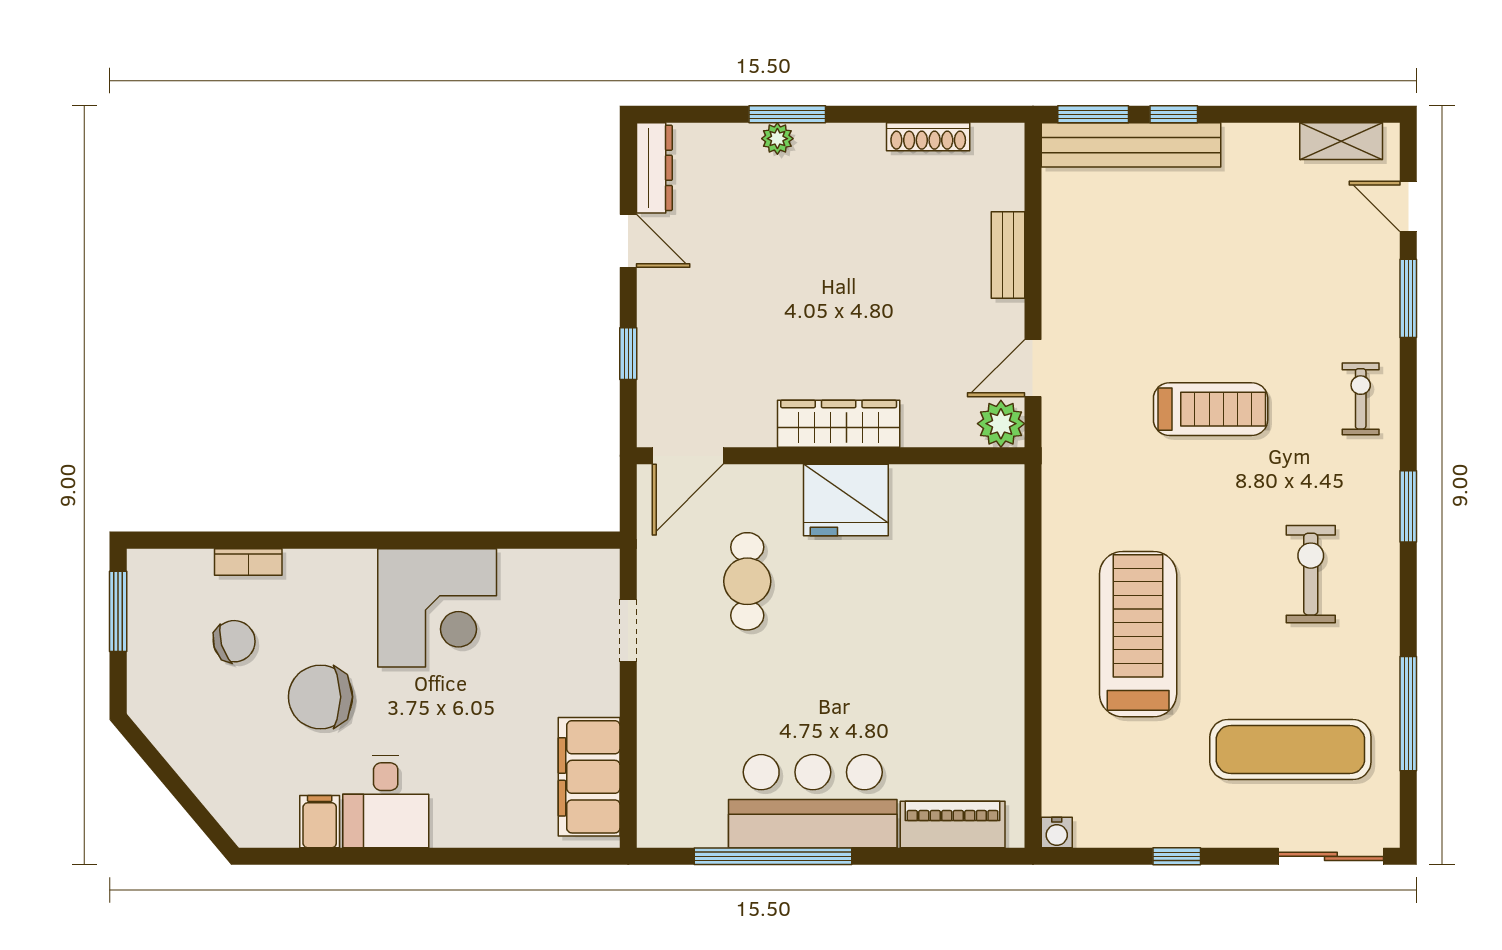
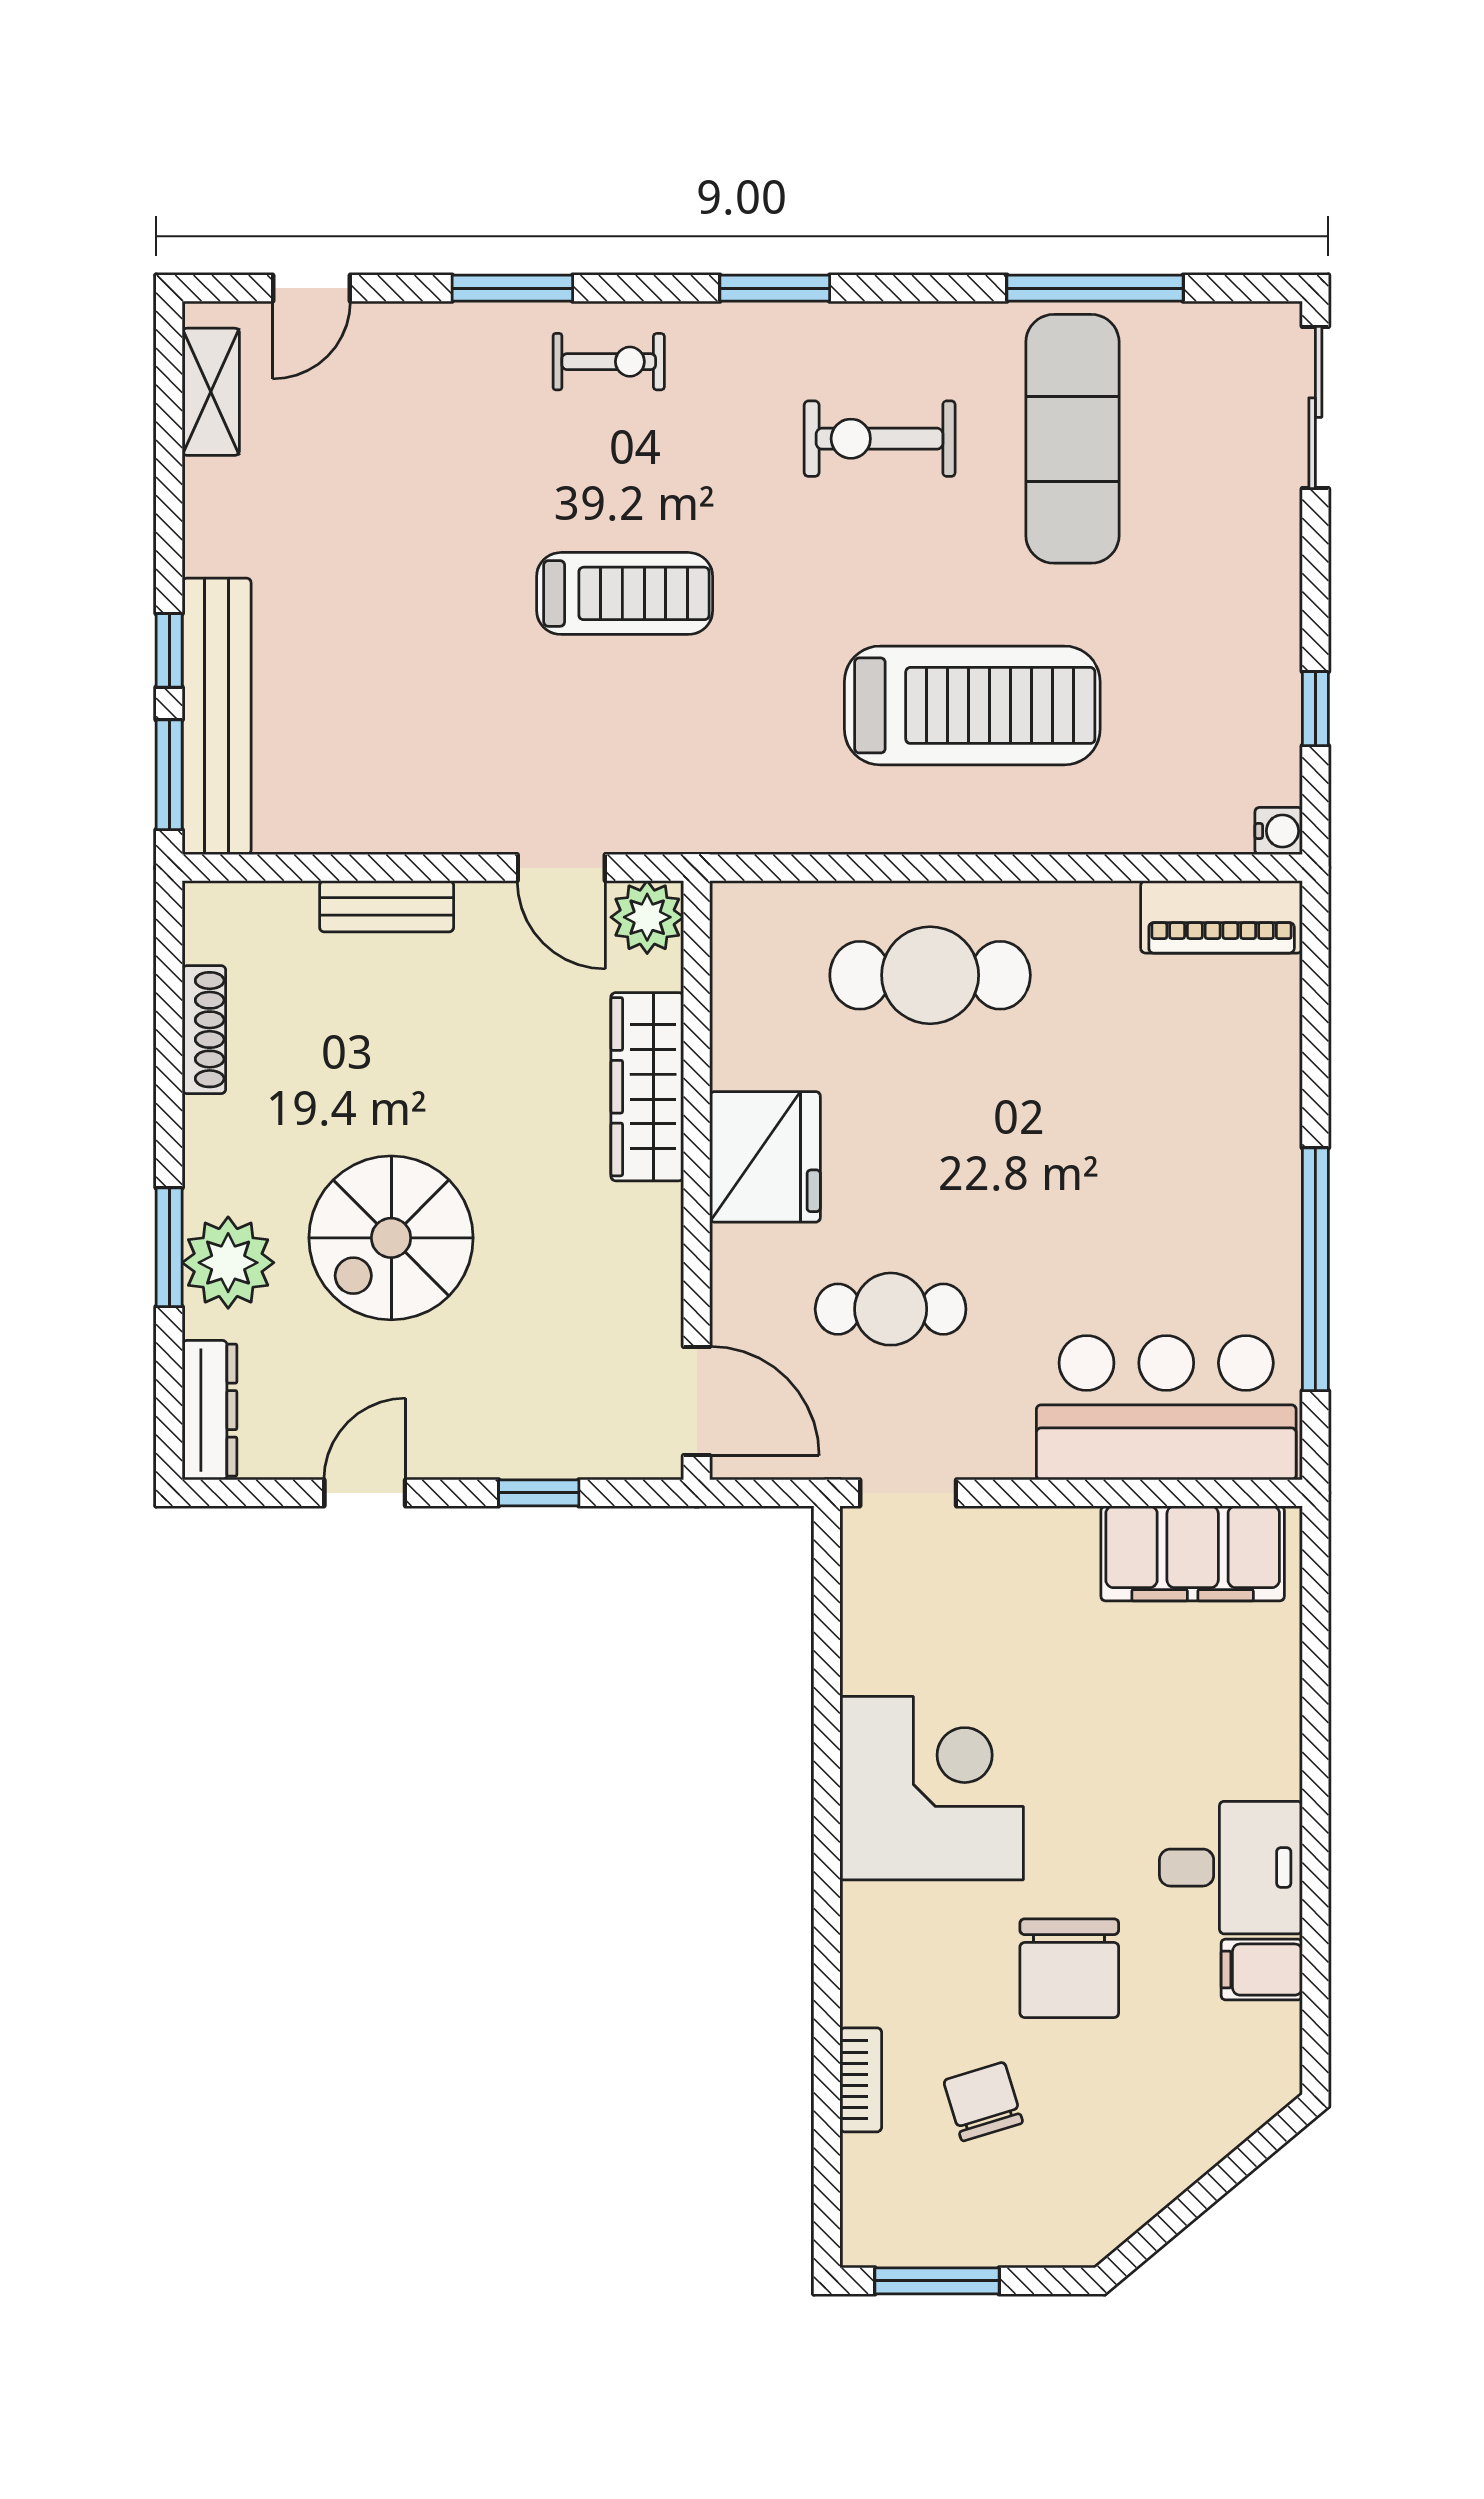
plant: (777, 139) -> (228, 1263), width x1.87, depth x1.87
dresser: (654, 168) -> (210, 1410), moved, turned 90
spiral stairs: (793, 258) -> (391, 1238), added
window: (1408, 298) -> (512, 288), moved
exercise bike: (1361, 399) -> (609, 362), turned 180
treadmill: (1211, 409) -> (625, 593), turned 90
wardrobe: (839, 424) -> (647, 1087), moved
cafe table: (963, 607) -> (930, 975), added
doorway: (628, 631) -> (908, 1493), moved
treadmill: (1138, 634) -> (972, 705), turned 180
exercise mat: (1290, 749) -> (1072, 439), moved
bar counter: (813, 801) -> (1166, 1408), moved, turned 90
piano: (953, 824) -> (1222, 917), moved, turned -90
window: (1177, 856) -> (1315, 709), moved

